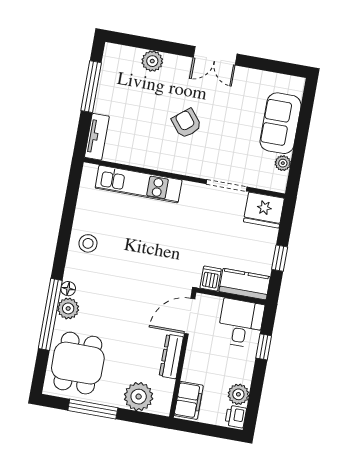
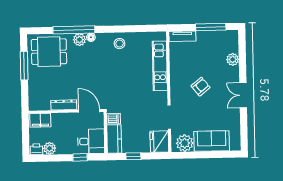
plant: (283, 163) -> (185, 143), width x1.87, depth x1.87
plant: (139, 397) -> (37, 91), removed

